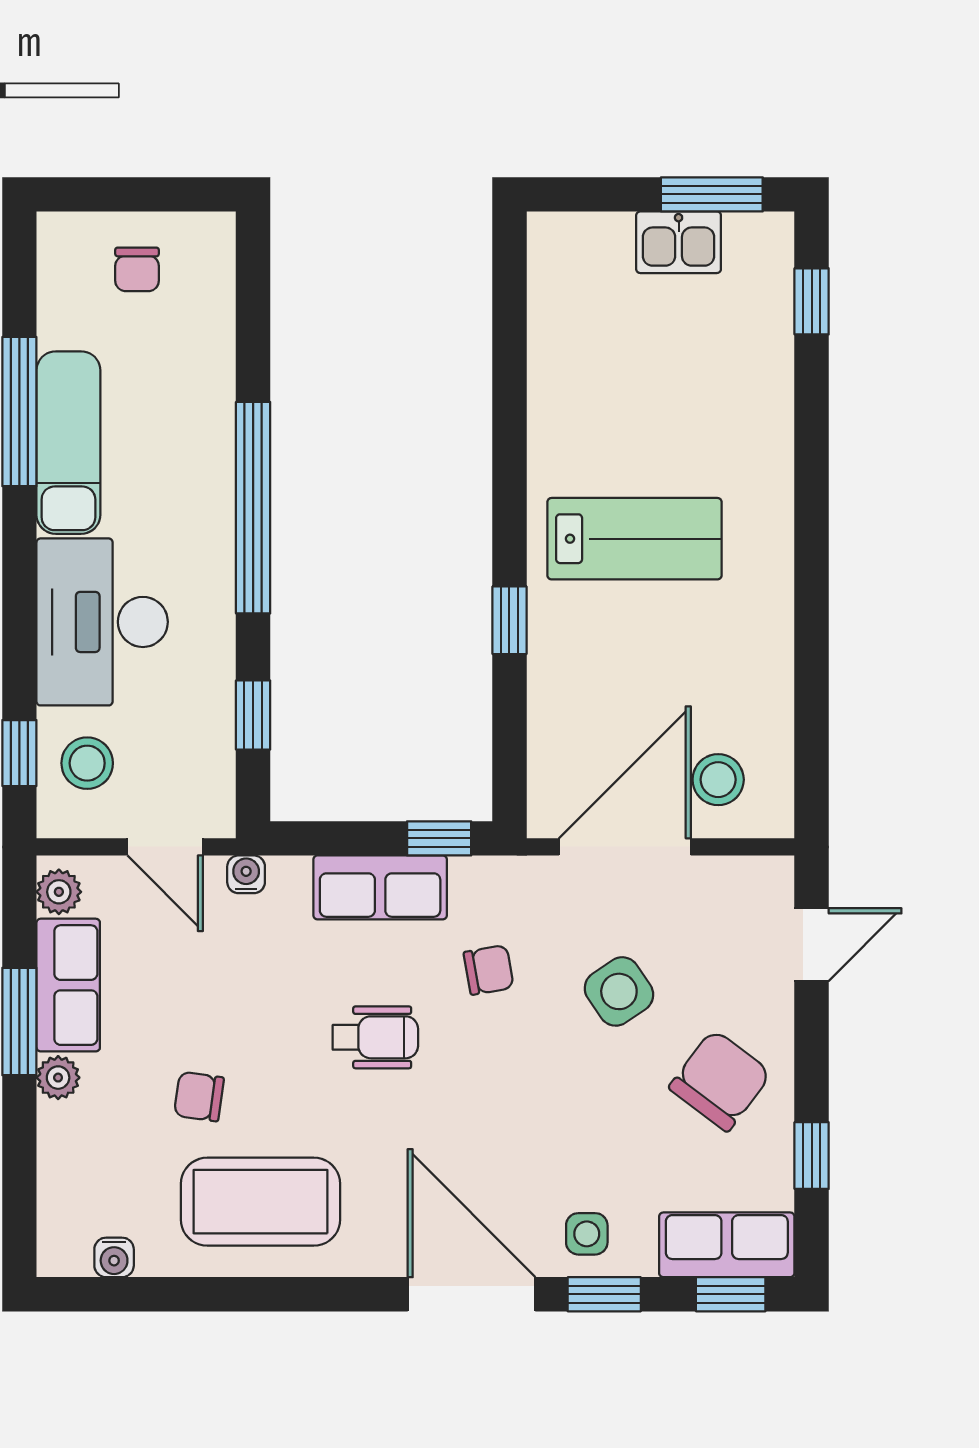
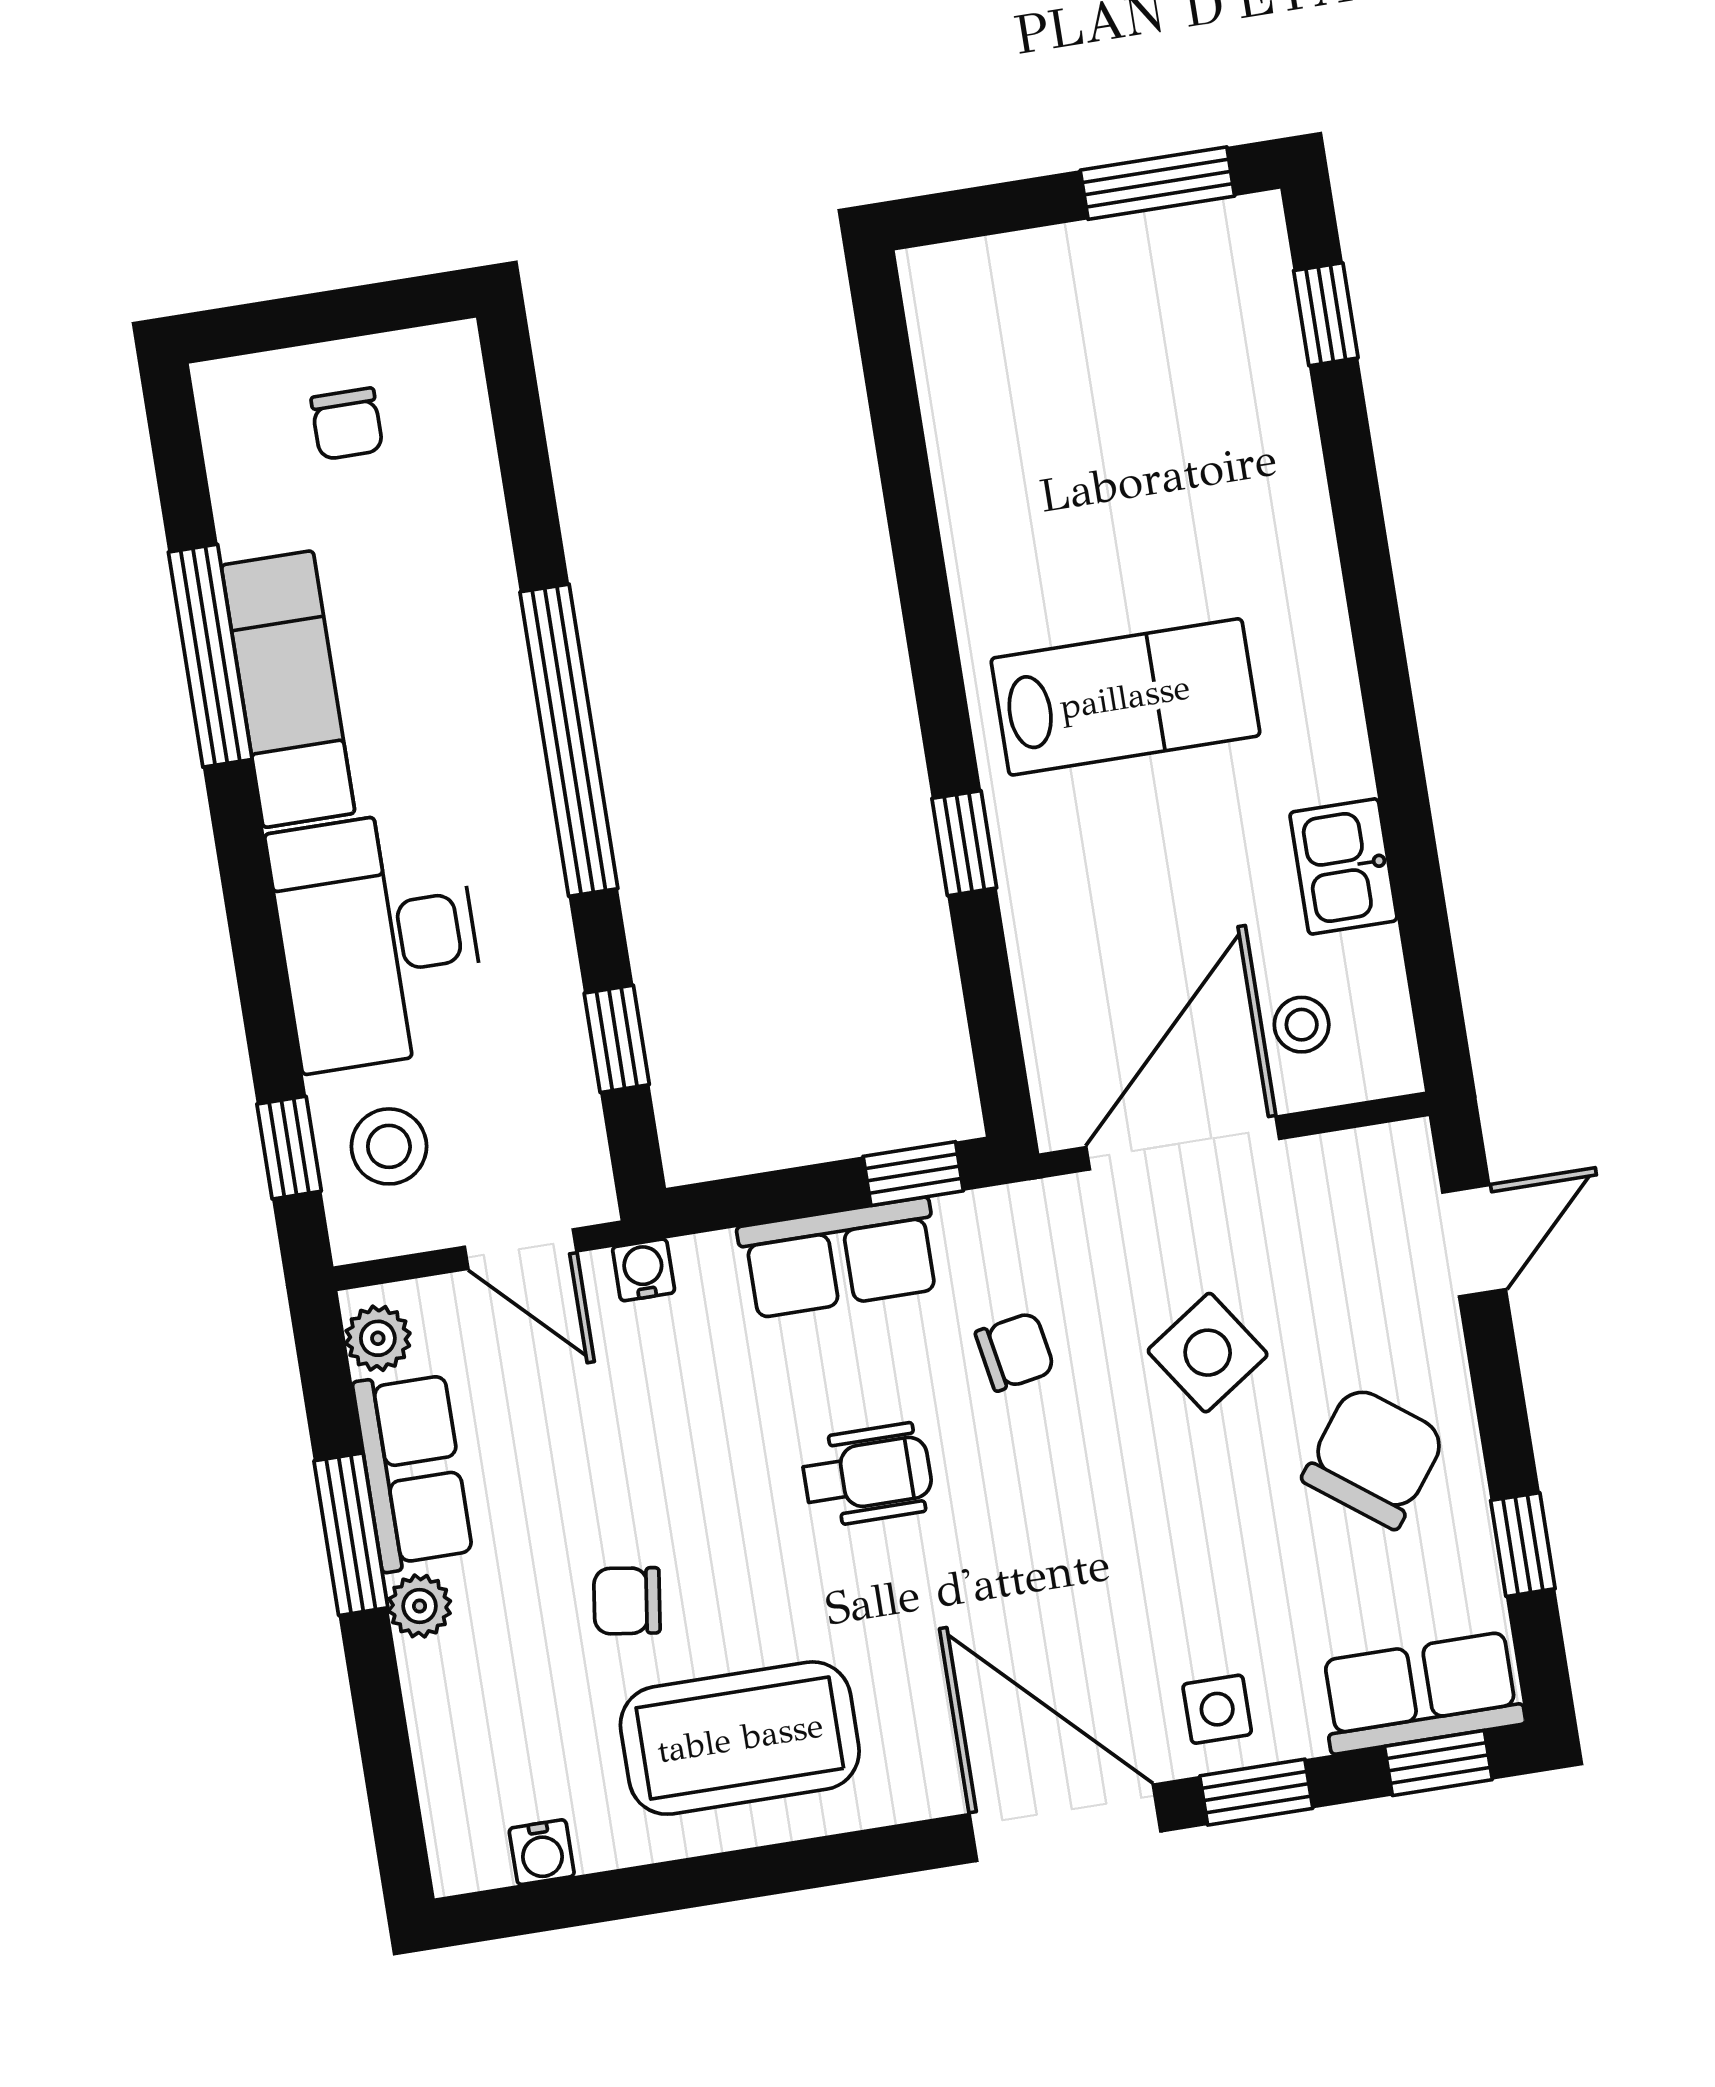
kitchen sink: (679, 242) -> (1343, 866), moved, turned 90
stool: (718, 780) -> (1302, 1025), width x0.73, depth x0.73

